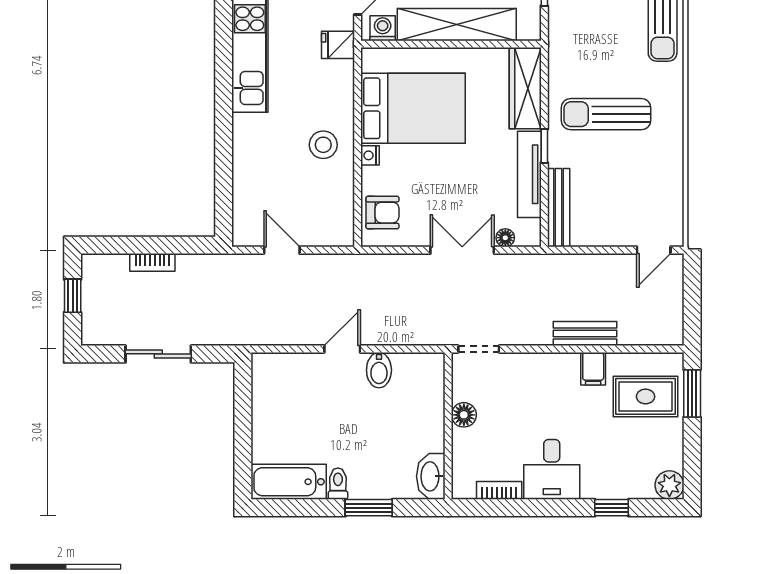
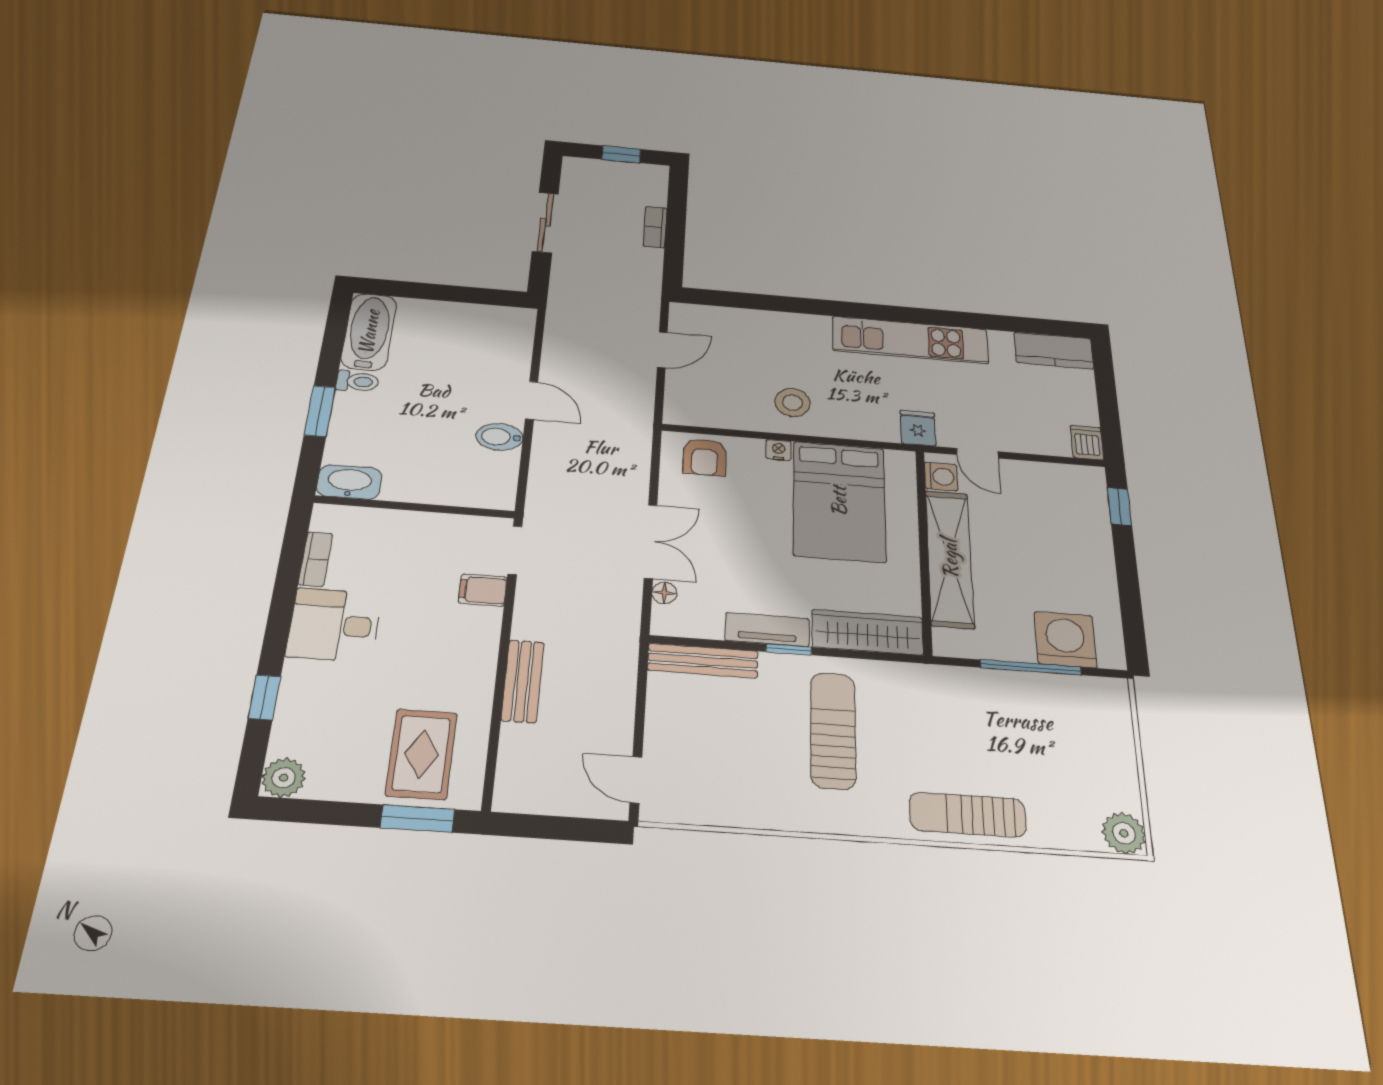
tv unit: (529, 174) -> (767, 630), width x0.71
filing cabinet: (593, 369) -> (483, 590), moved
floor lamp: (464, 415) -> (427, 526), removed

